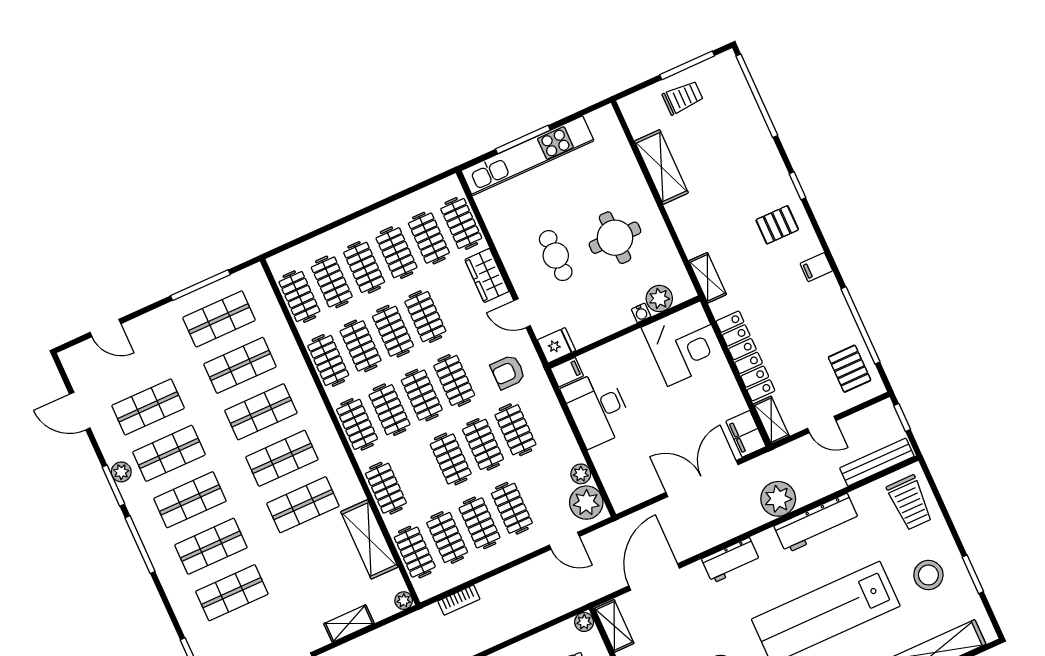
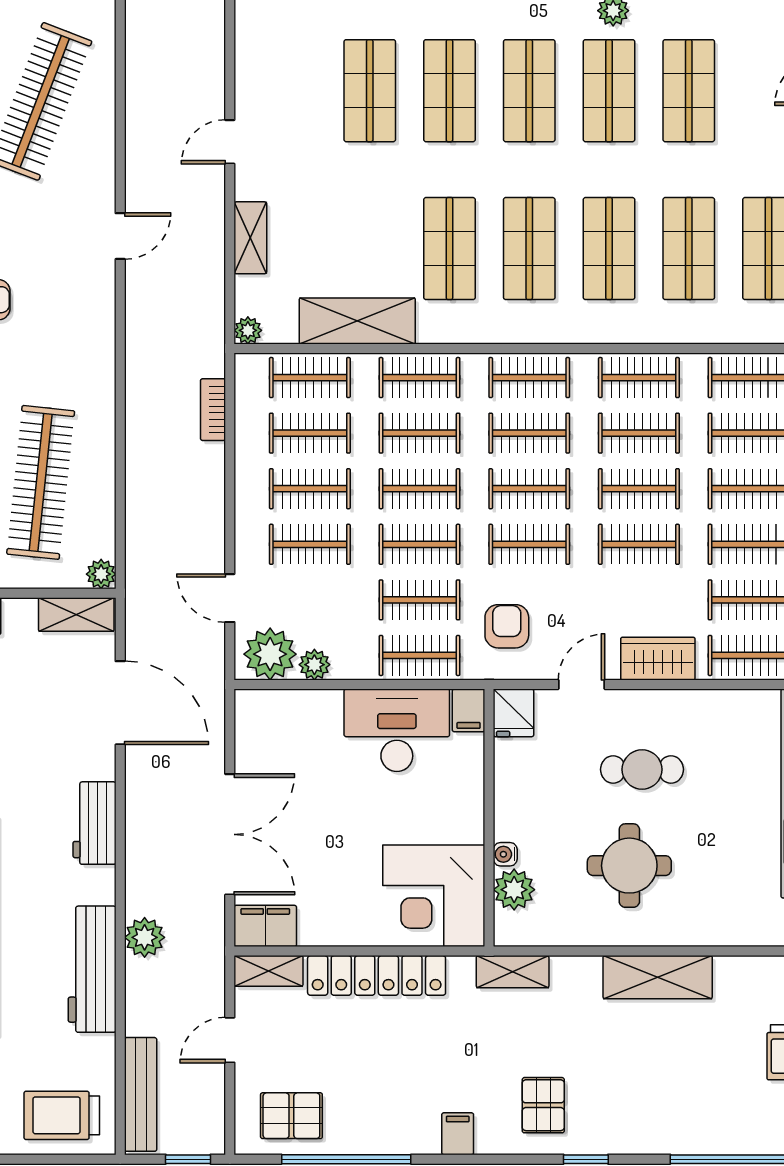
shelving: (661, 167) -> (658, 977), moved
clothes rail: (548, 415) -> (420, 655), added
clothes rail: (418, 474) -> (420, 433), added
plant: (778, 499) -> (145, 937), width x0.73, depth x0.73
door: (564, 541) -> (230, 598), hinge flipped

